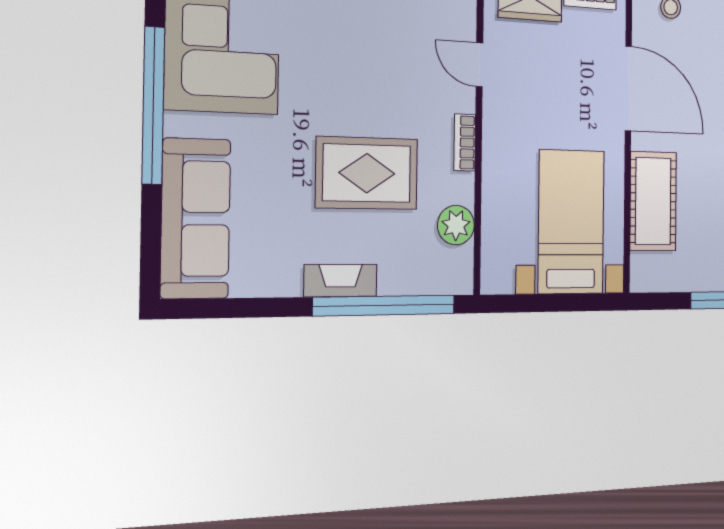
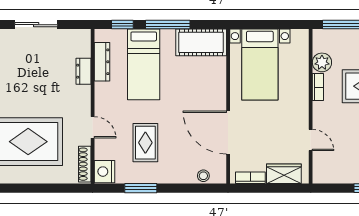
bookcase: (465, 142) -> (318, 87), moved
cot: (653, 201) -> (201, 42), moved, turned 90

